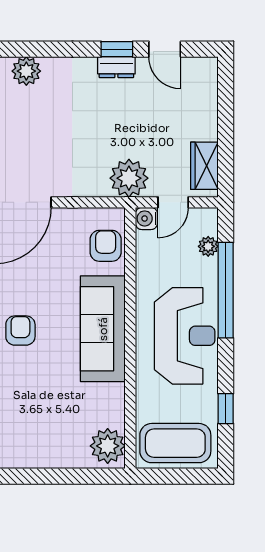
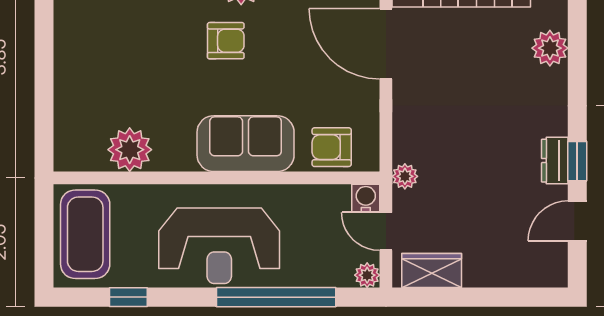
plant: (129, 178) -> (405, 176), width x0.53, depth x0.53
armchair: (106, 246) -> (332, 147), turned 180
plant: (208, 246) -> (367, 275), moved
sofa: (103, 329) -> (246, 144), width x0.73
plant: (108, 446) -> (130, 150), moved

